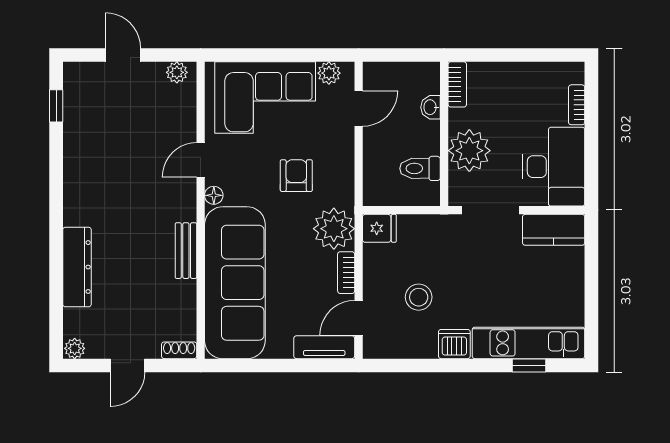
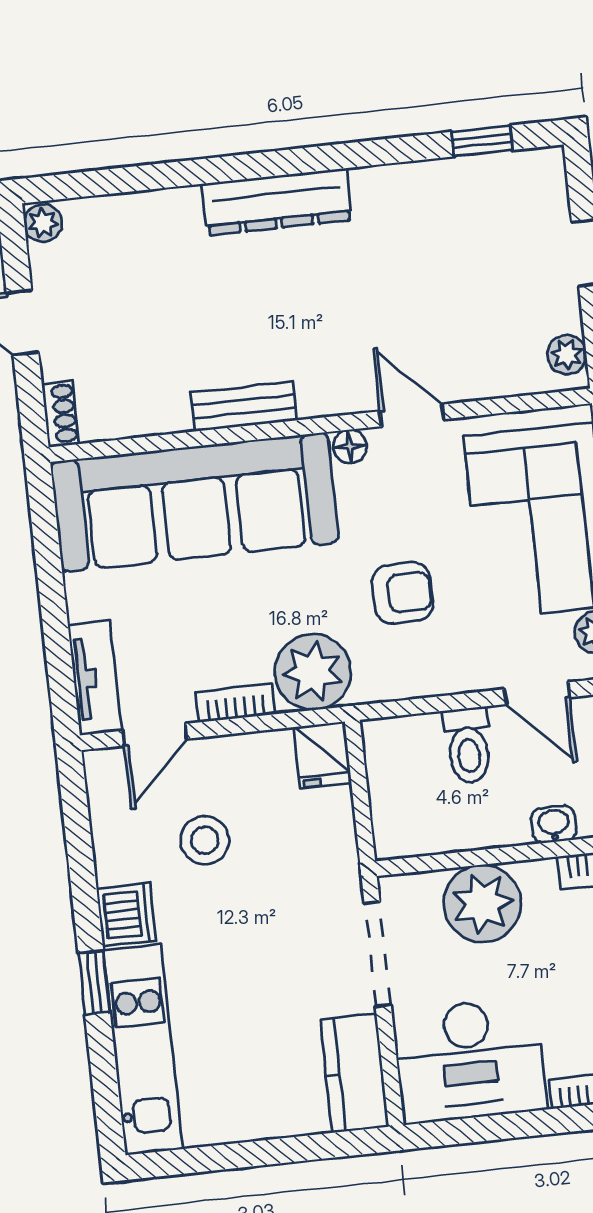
toilet: (420, 168) -> (468, 745), moved, turned 180
dresser: (77, 267) -> (277, 202), moved
door: (359, 318) -> (155, 735), swing flipped
window: (529, 365) -> (94, 982), moved

